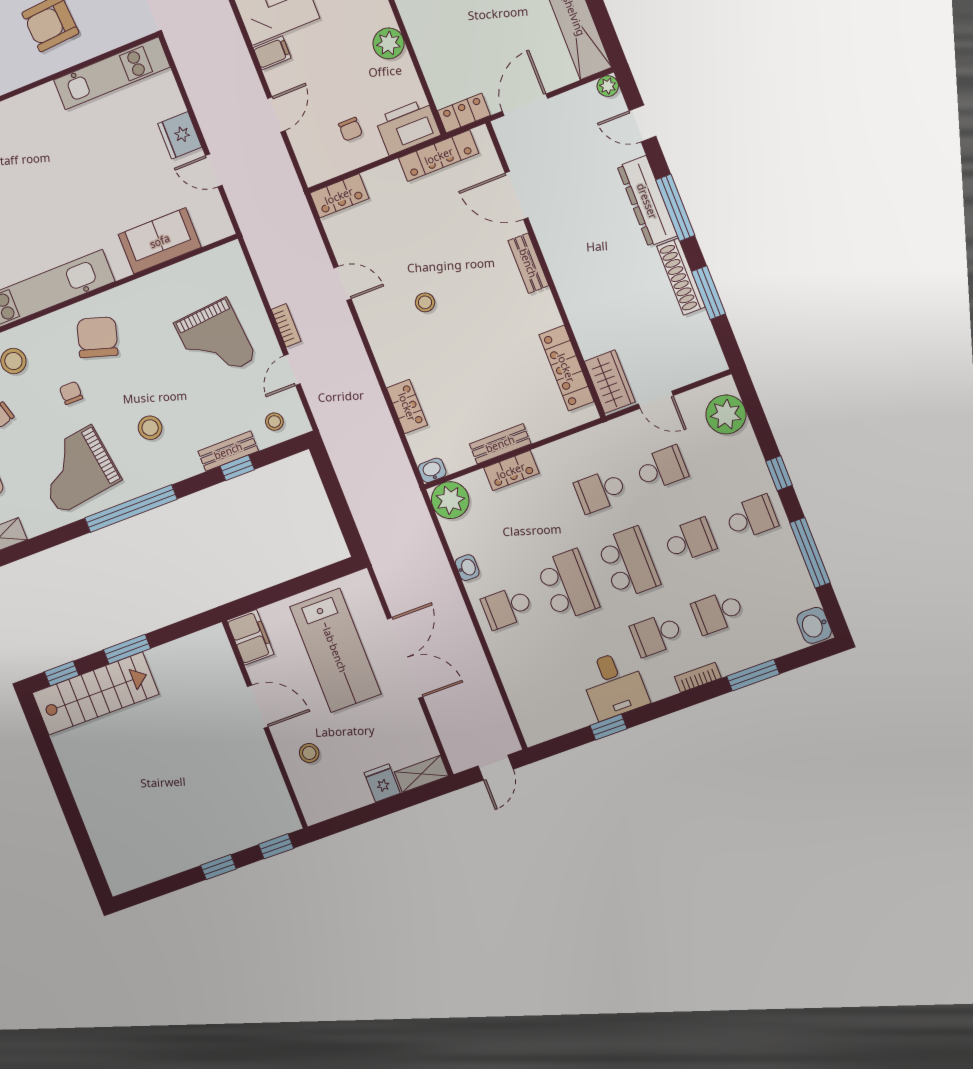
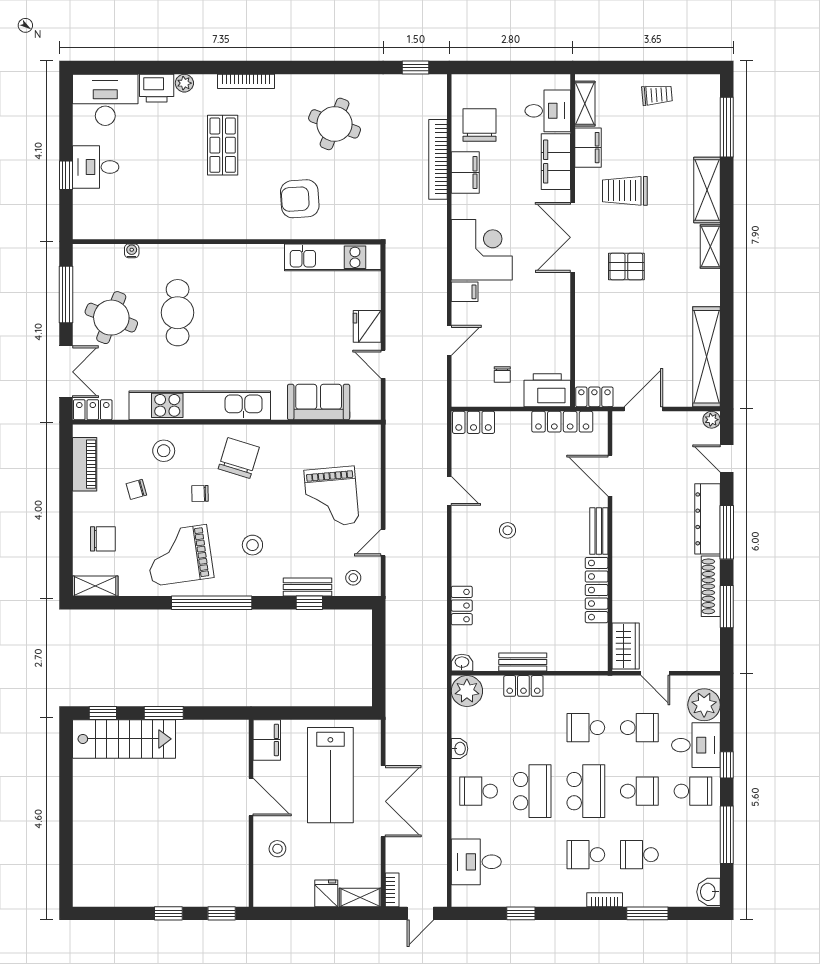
plant: (389, 43) -> (558, 321), removed
bookcase: (286, 325) -> (392, 890), moved
locker: (566, 368) -> (597, 590), moved
chair: (71, 393) -> (200, 494), turned -91
desk: (734, 464) -> (696, 745), added
desk: (614, 685) -> (476, 862), moved, turned 90

